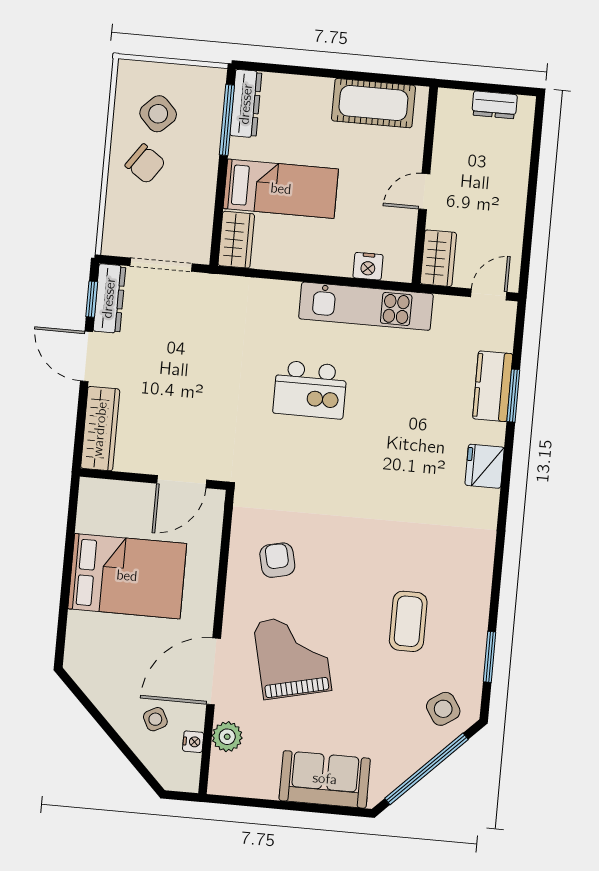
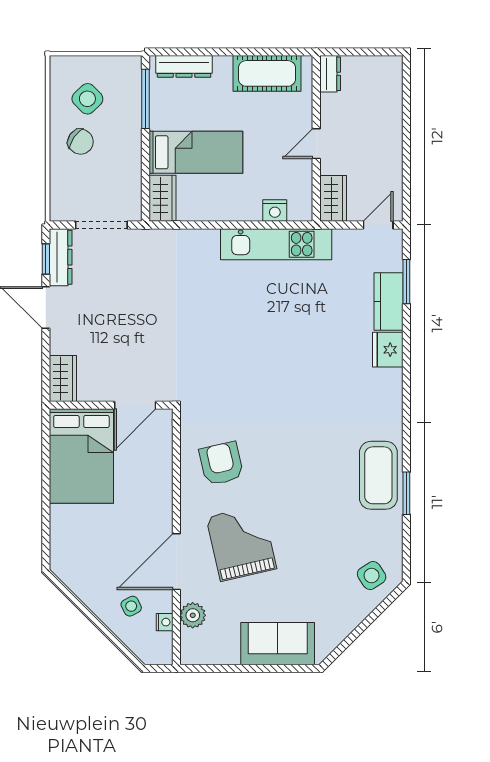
dresser: (246, 104) -> (184, 66), moved, turned 90
dresser: (495, 105) -> (330, 74), moved, turned -90
kitchen island: (310, 390) -> (236, 318), removed
window: (513, 396) -> (406, 282), moved
wardrobe: (100, 429) -> (63, 378), width x0.67
fridge: (485, 466) -> (388, 350), moved
armchair: (277, 560) -> (221, 464), width x1.38, depth x1.38
bed: (127, 576) -> (81, 456), moved, turned 90
coffee table: (408, 621) -> (378, 475), moved, width x1.36, depth x1.32
window: (490, 657) -> (406, 493), moved
window: (426, 769) -> (362, 627), removed

